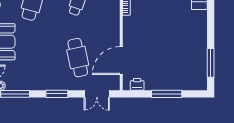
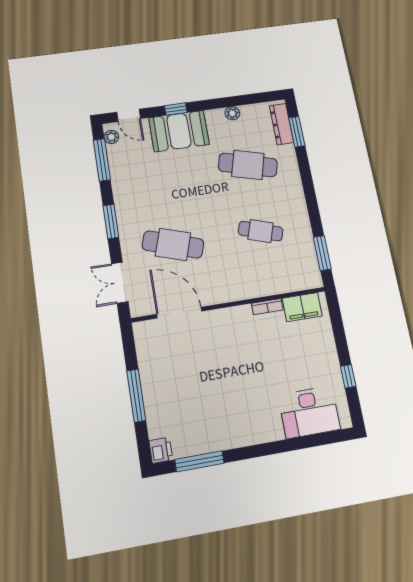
cafe table: (78, 58) -> (173, 244), turned 30
printer: (137, 84) -> (161, 450), moved

